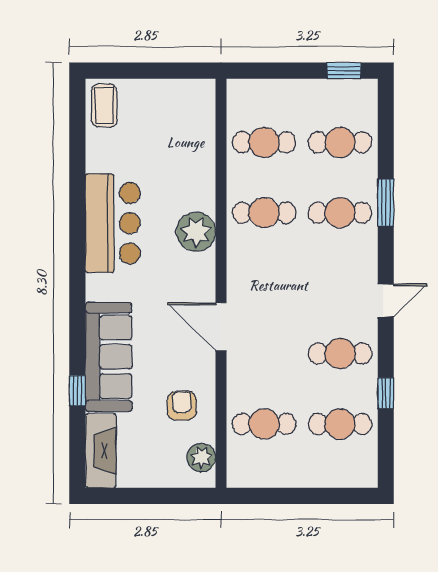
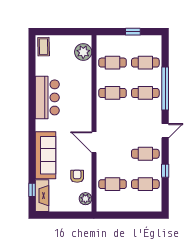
window: (344, 71) -> (133, 32), moved
window: (386, 203) -> (165, 89), width x2.11
plant: (196, 232) -> (83, 52), moved
window: (77, 391) -> (32, 190), moved

